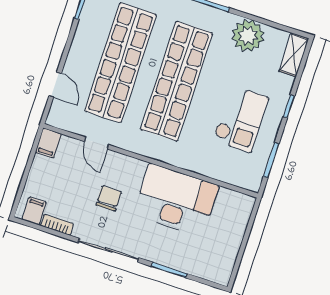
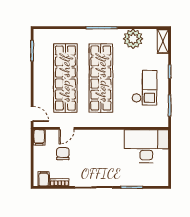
door: (55, 84) -> (32, 114), moved
door: (96, 143) -> (67, 128), hinge flipped
chair: (109, 198) -> (63, 154), moved
desk: (176, 200) -> (146, 146), moved

